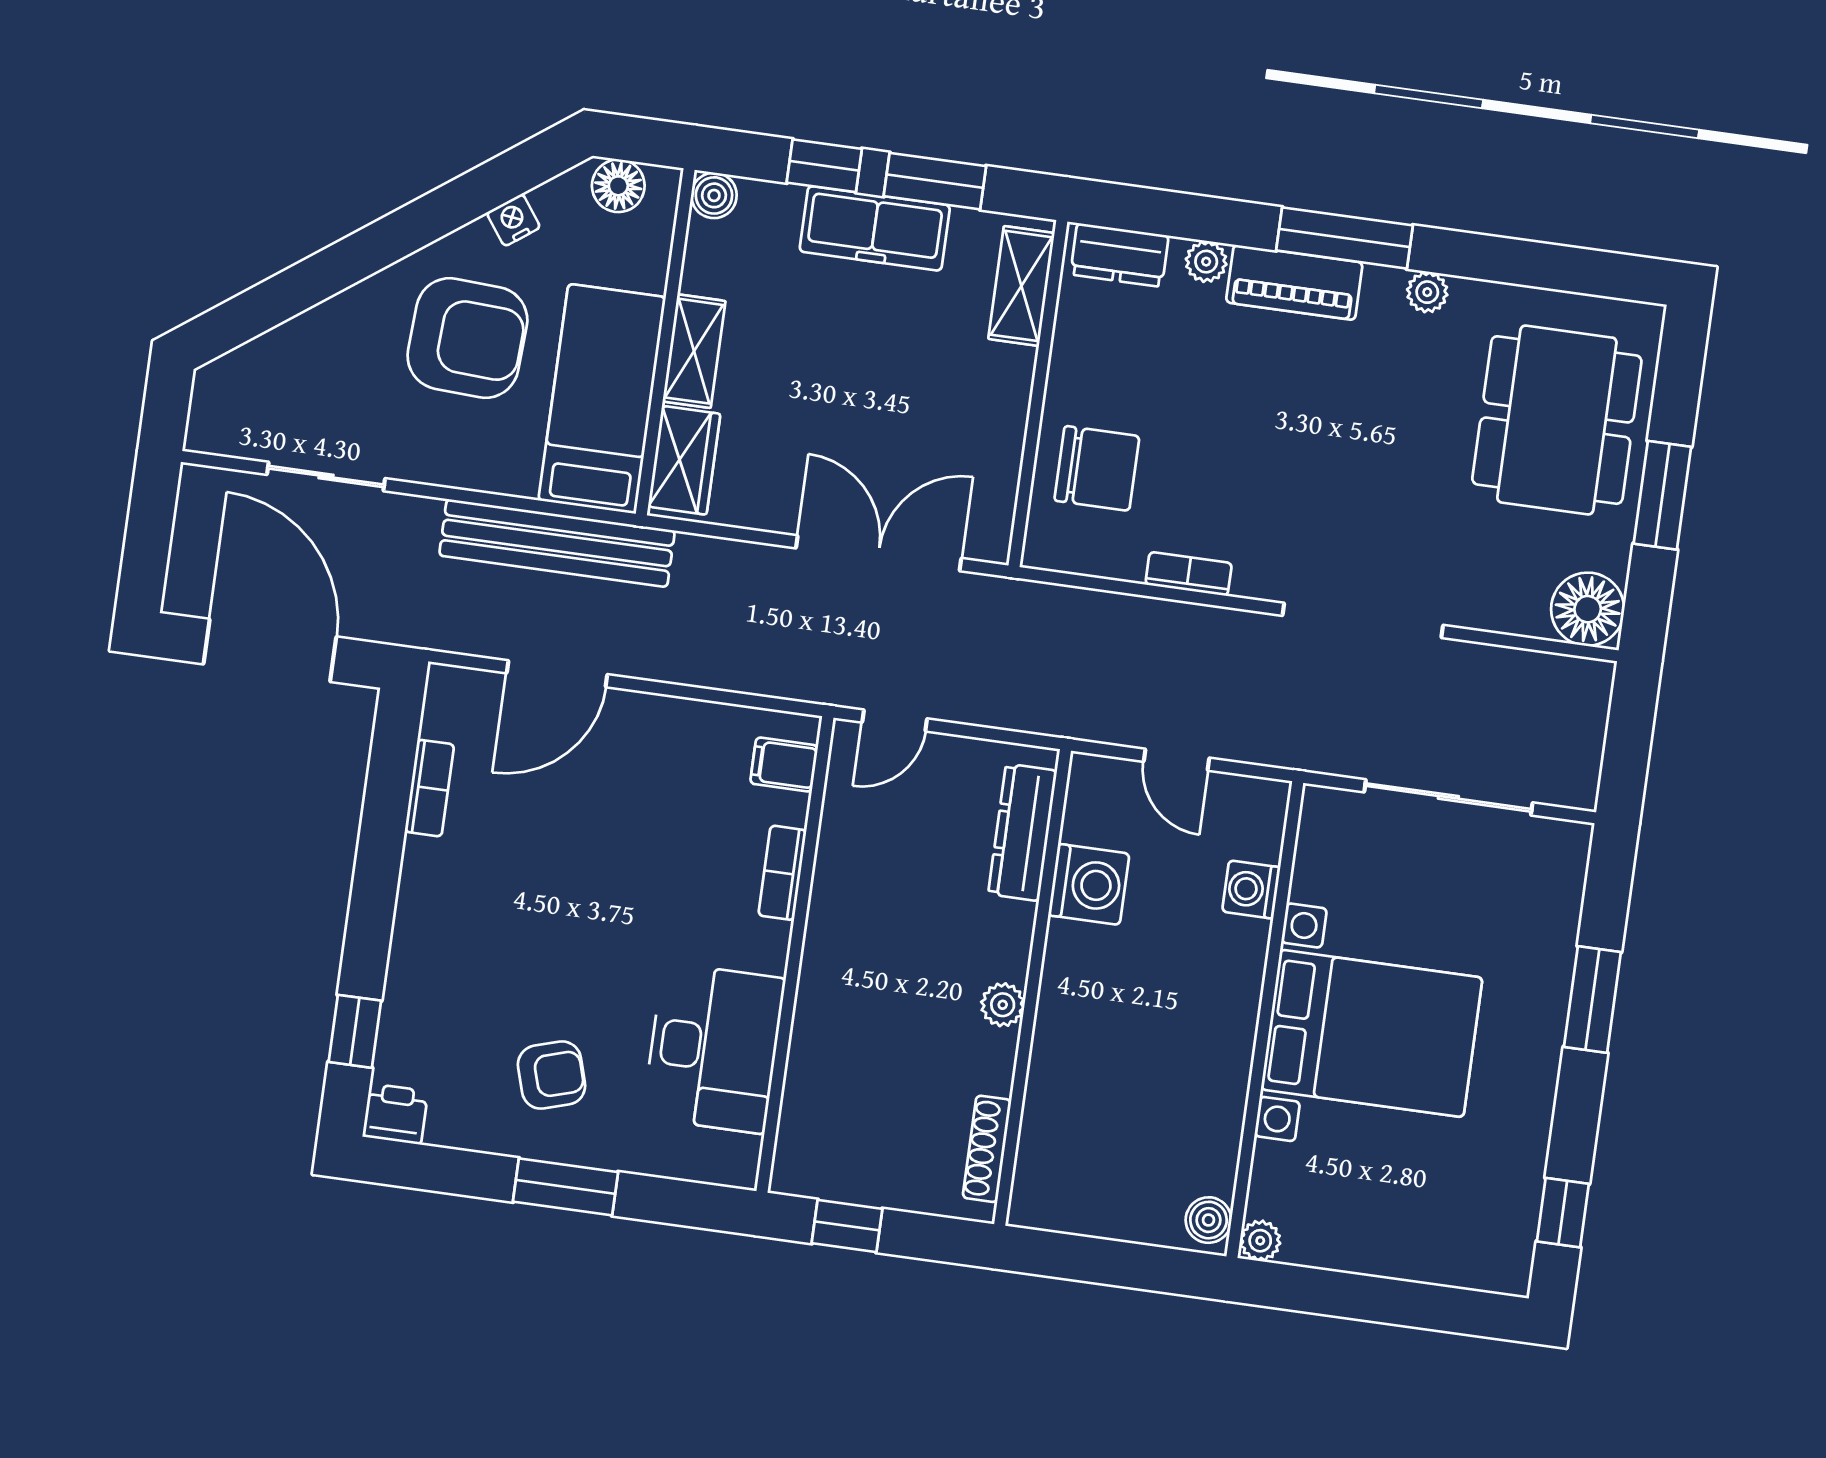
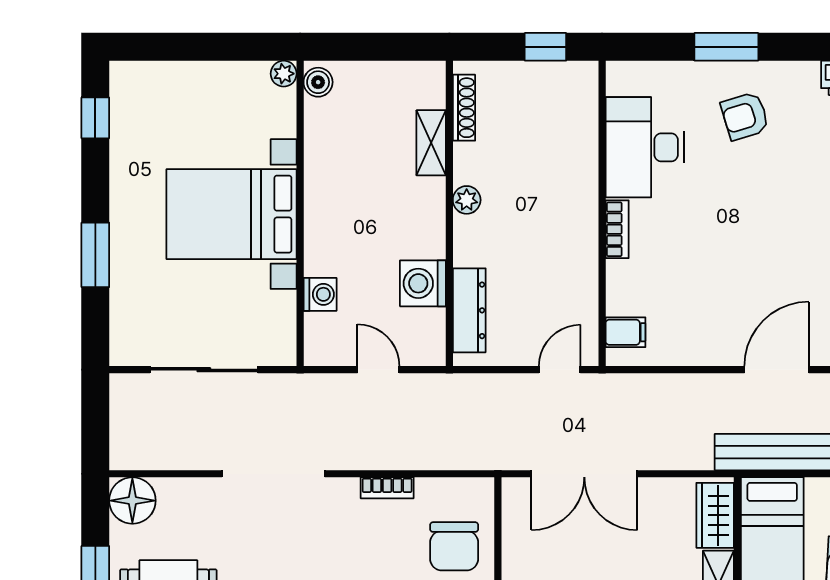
chair: (1097, 468) -> (454, 546), turned -90
bookcase: (782, 873) -> (617, 229), moved
shelving: (1046, 1101) -> (431, 143), added

